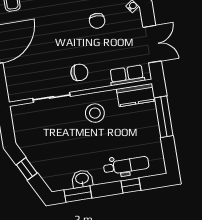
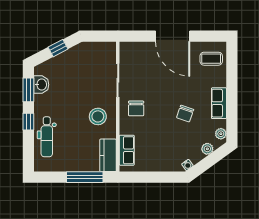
chair: (97, 21) -> (185, 114), moved, turned -71
double door: (152, 44) -> (151, 177), removed
washbasin: (82, 179) -> (41, 85), moved
window: (131, 186) -> (28, 122), moved

